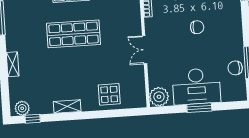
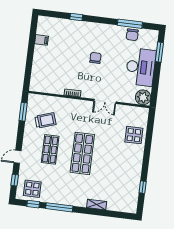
shelving: (67, 106) -> (137, 169), removed
plant: (22, 108) -> (132, 204), removed
window: (199, 108) -> (159, 52), moved
window: (33, 119) -> (143, 187), moved

